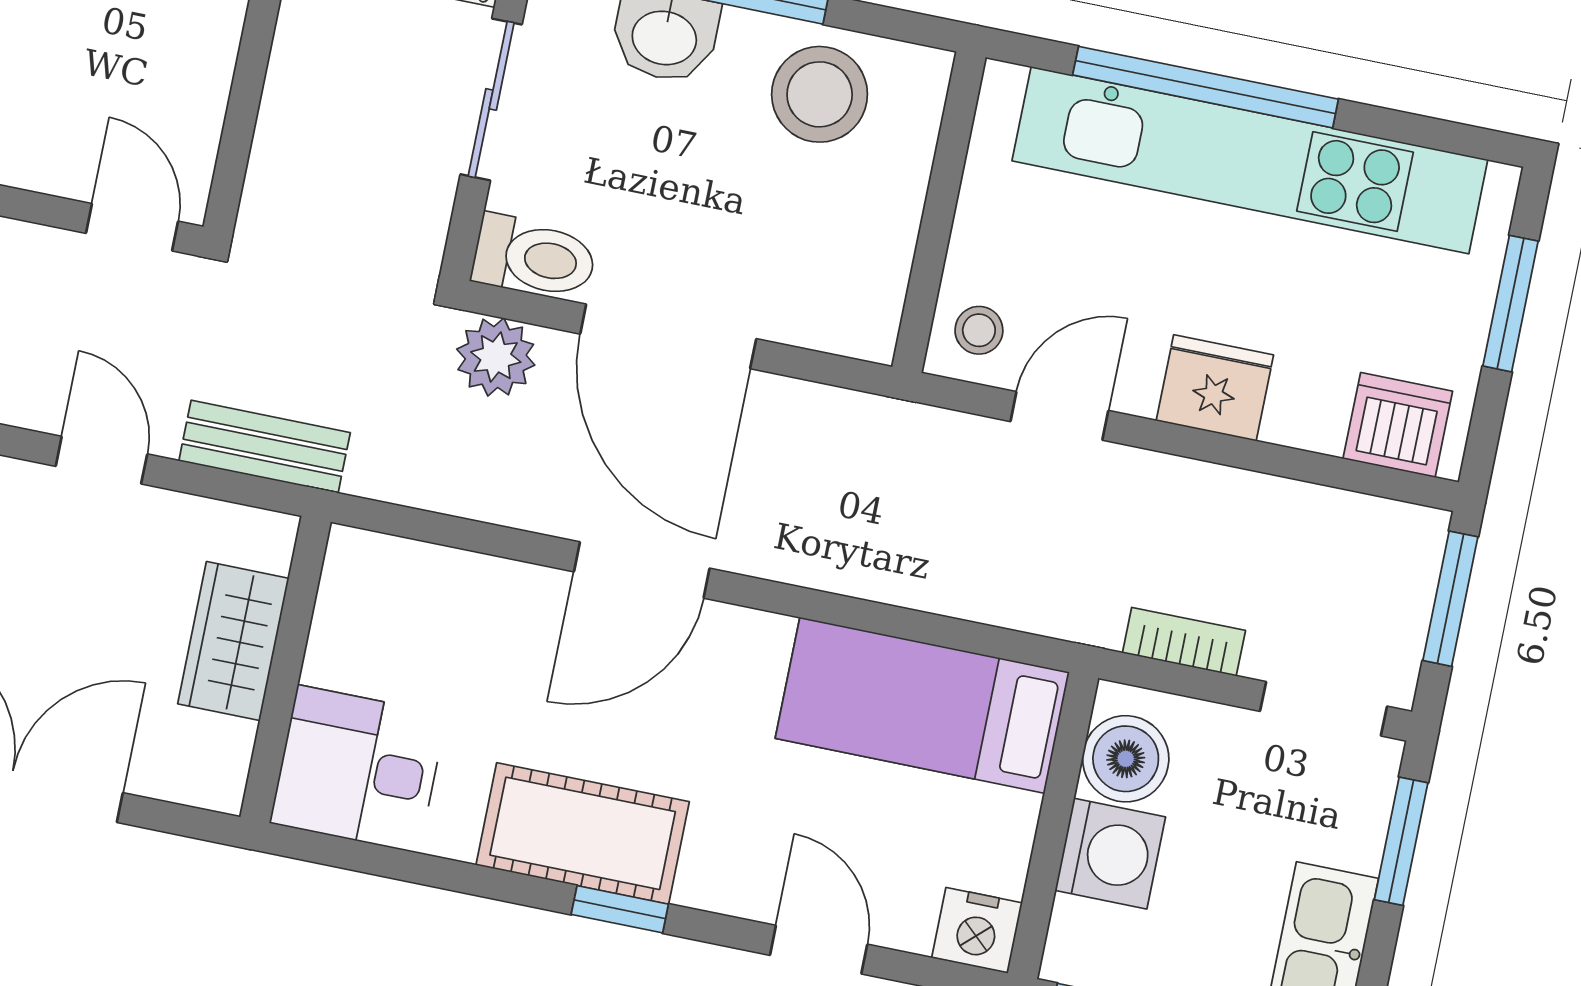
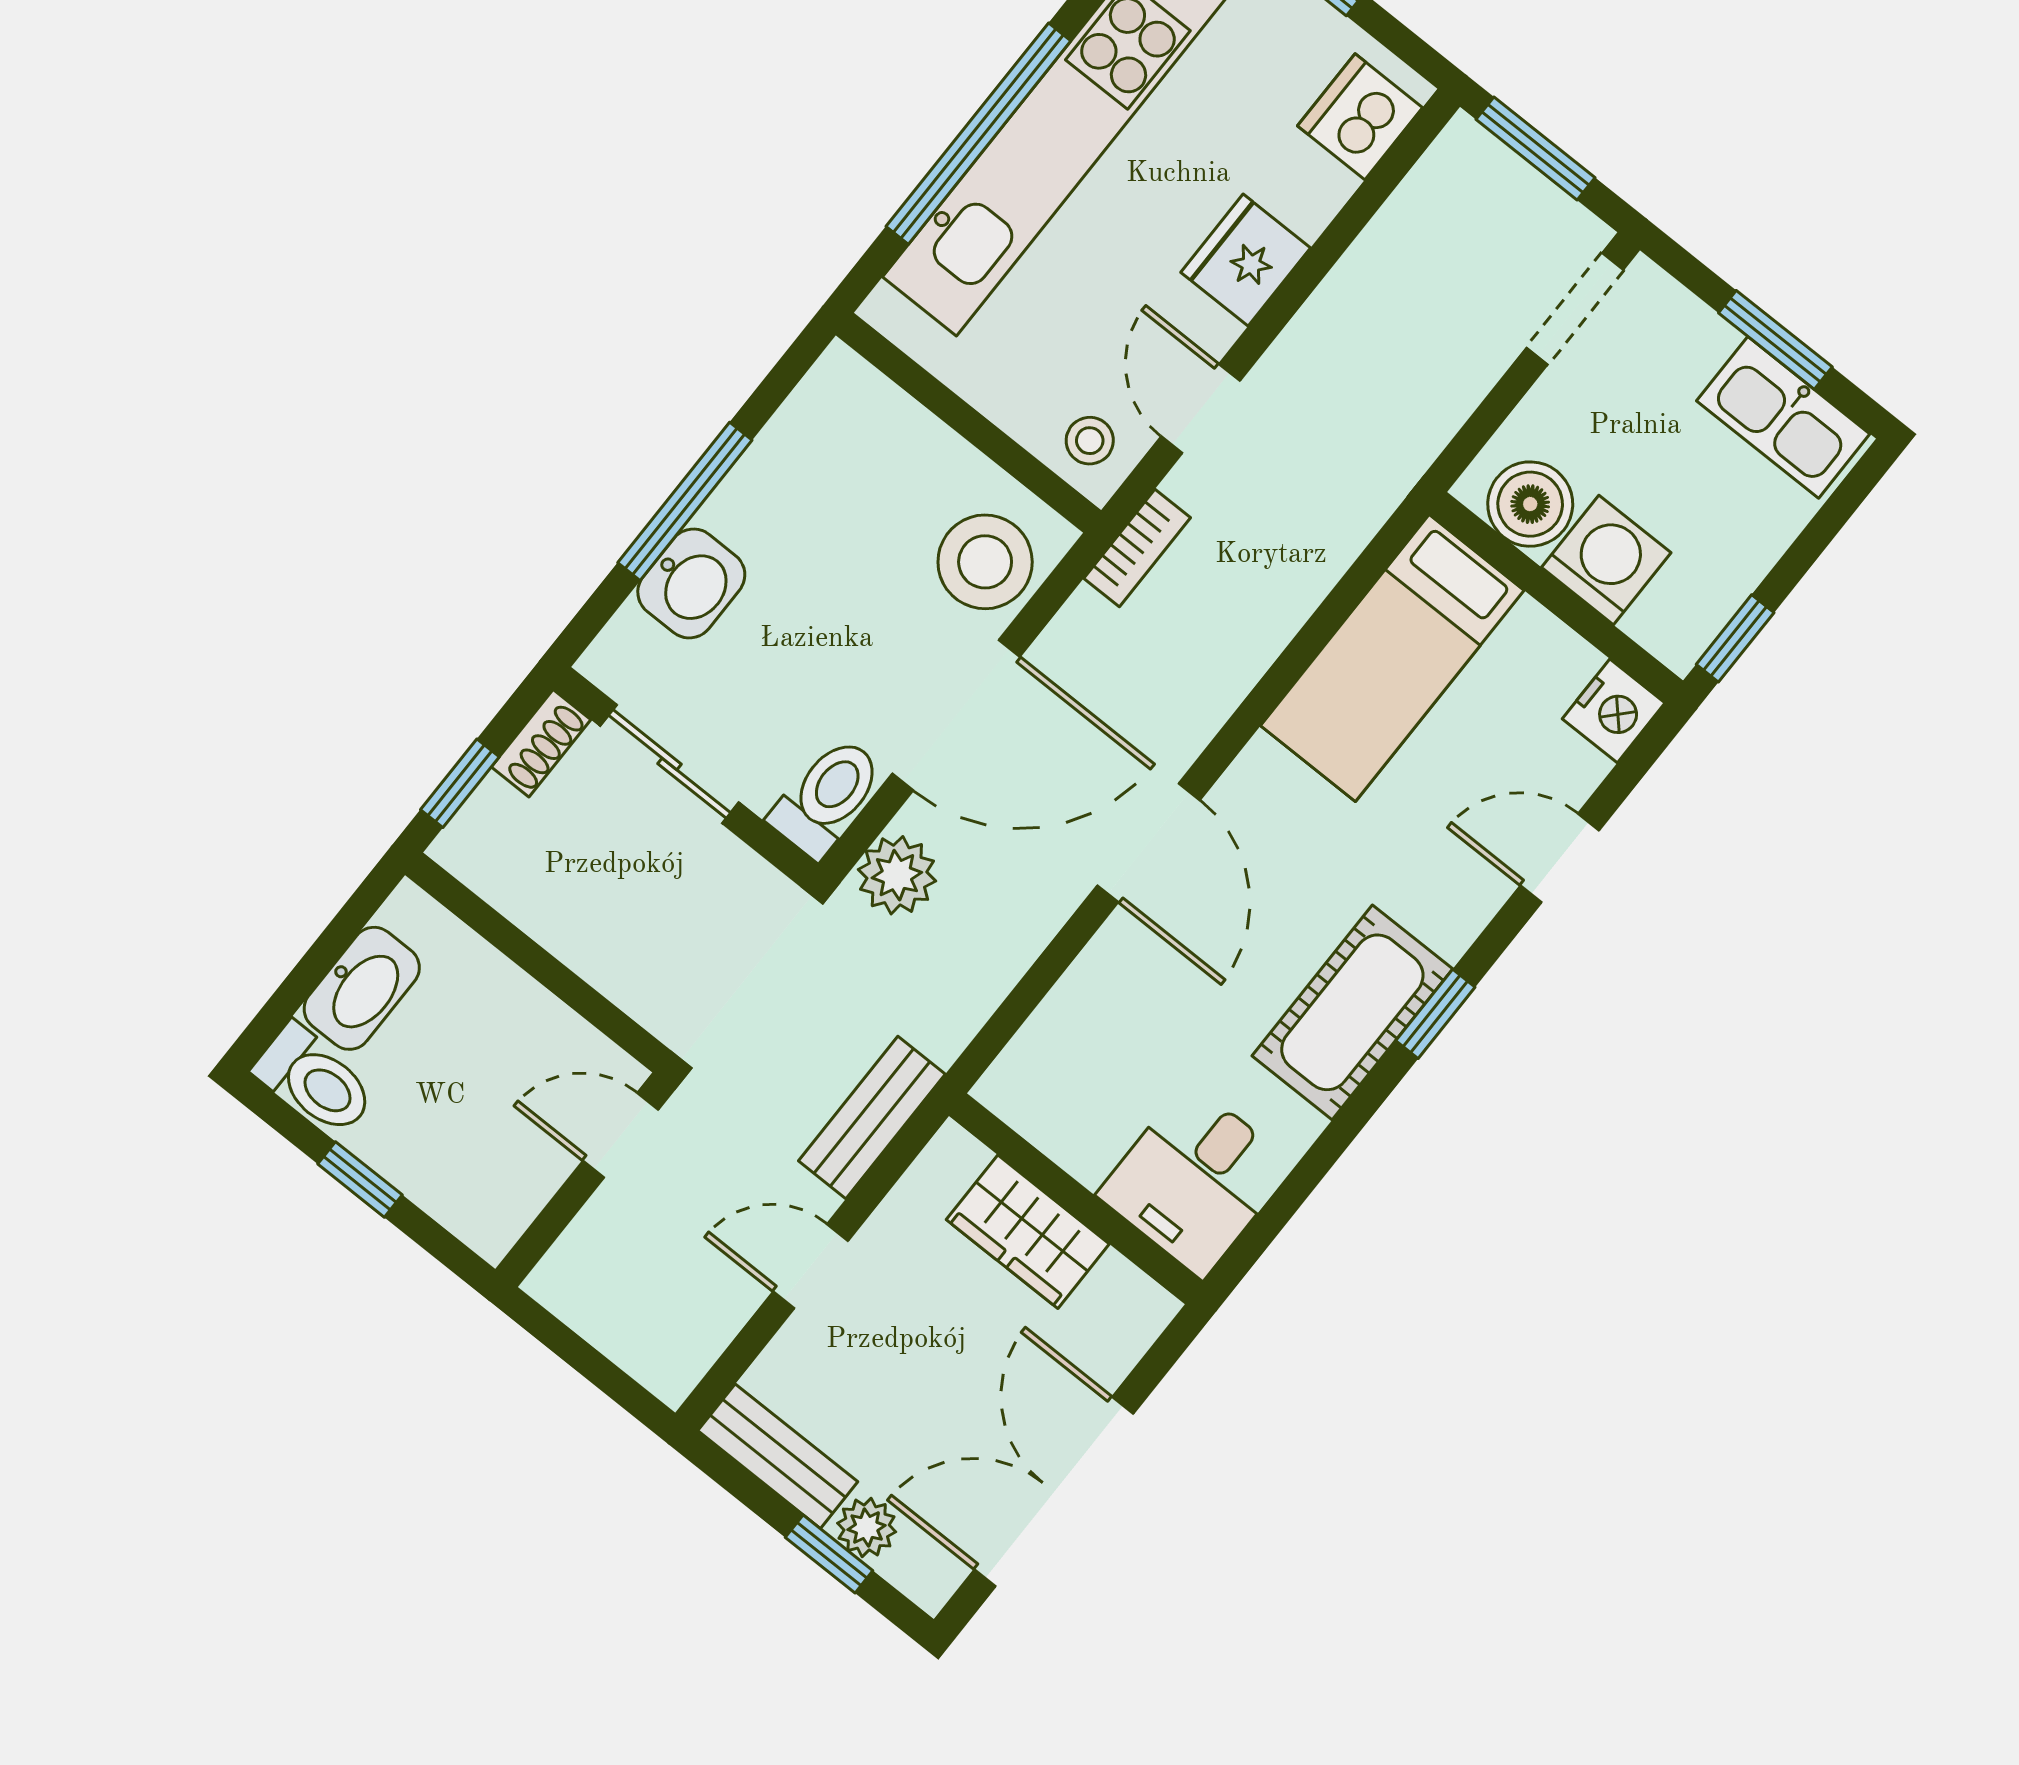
stool: (820, 94) -> (985, 562), moved
bookcase: (1184, 642) -> (1137, 548), moved, turned 180
window: (1401, 841) -> (1775, 340), moved

